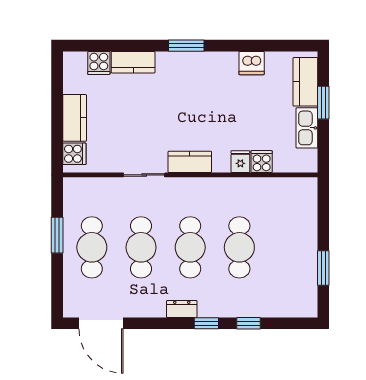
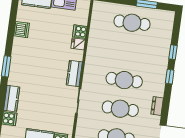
cafe table: (239, 247) -> (132, 23), moved
dresser: (182, 309) -> (157, 106), moved

